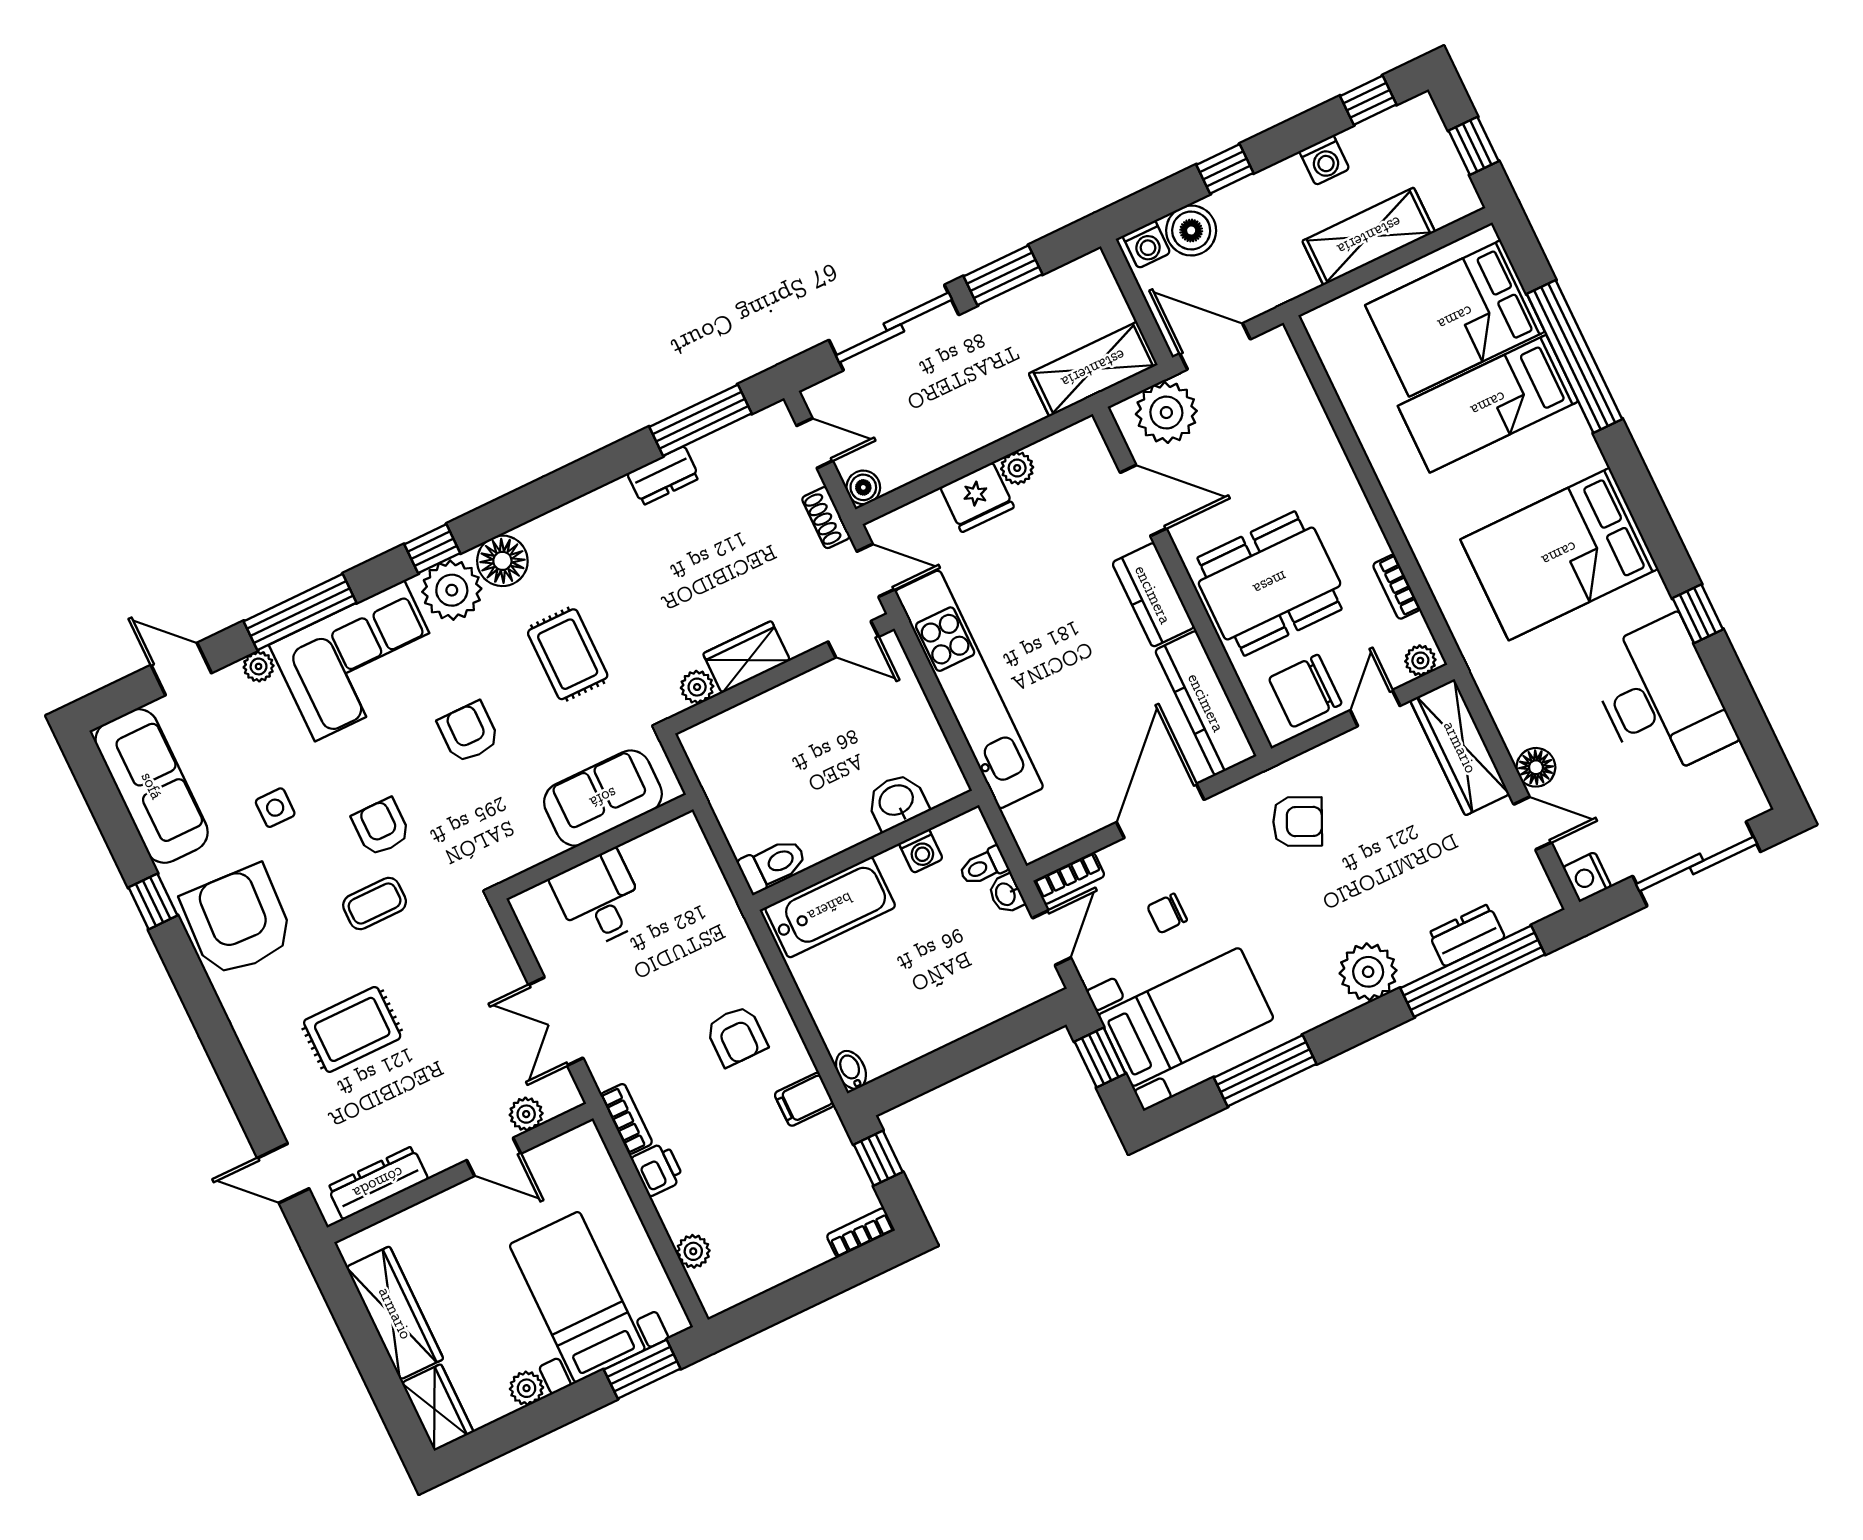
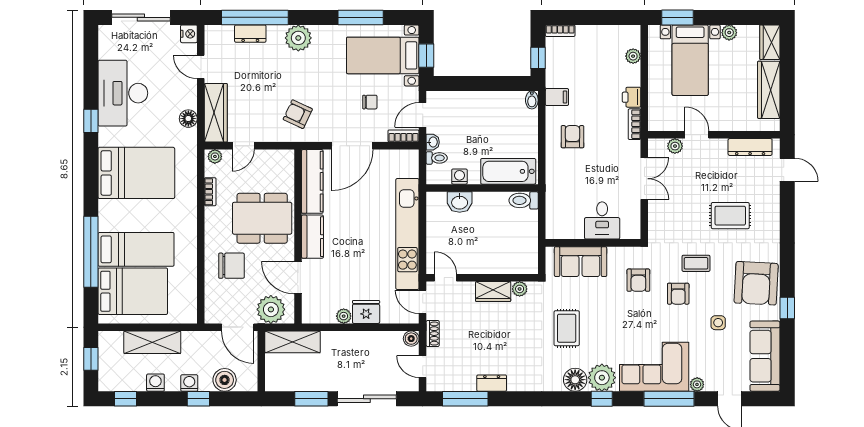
washing machine: (1146, 244) -> (189, 383), moved
chair: (1305, 691) -> (231, 266), moved
armchair: (469, 732) -> (638, 280), moved
floor lamp: (1536, 767) -> (188, 119), moved

